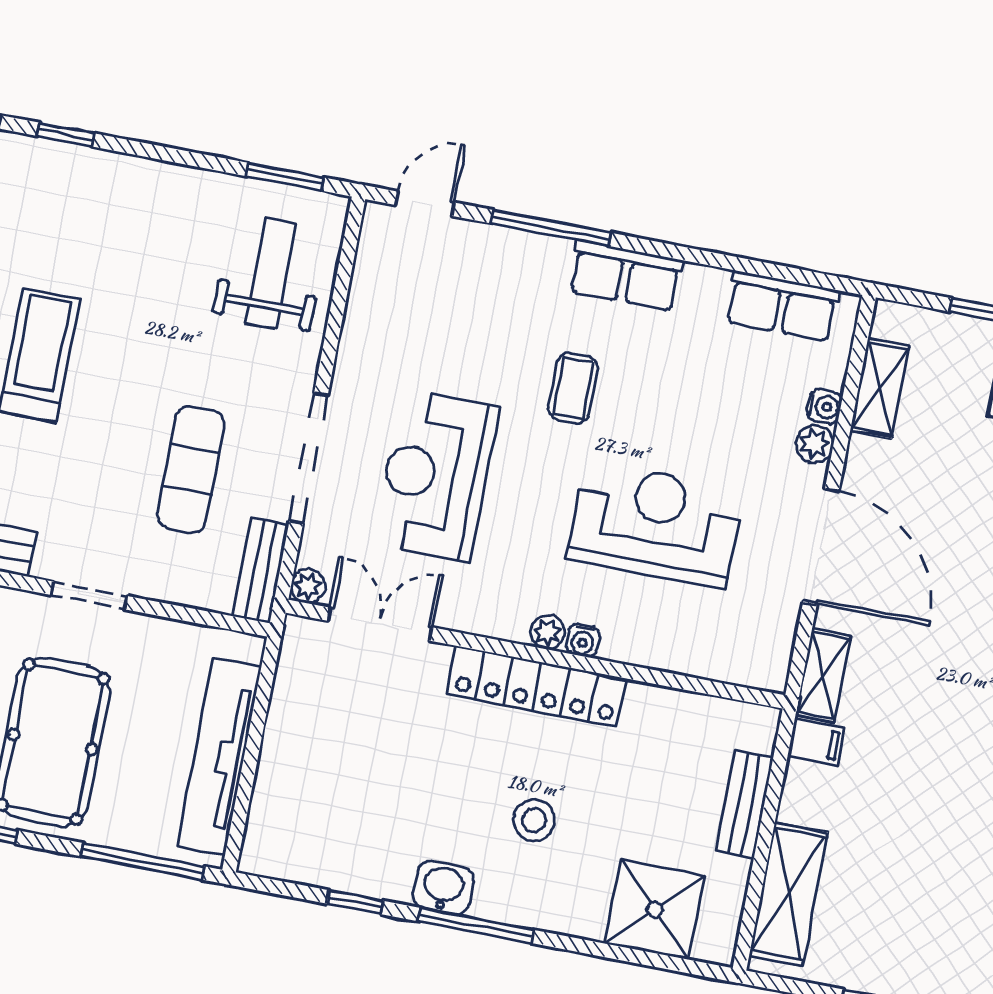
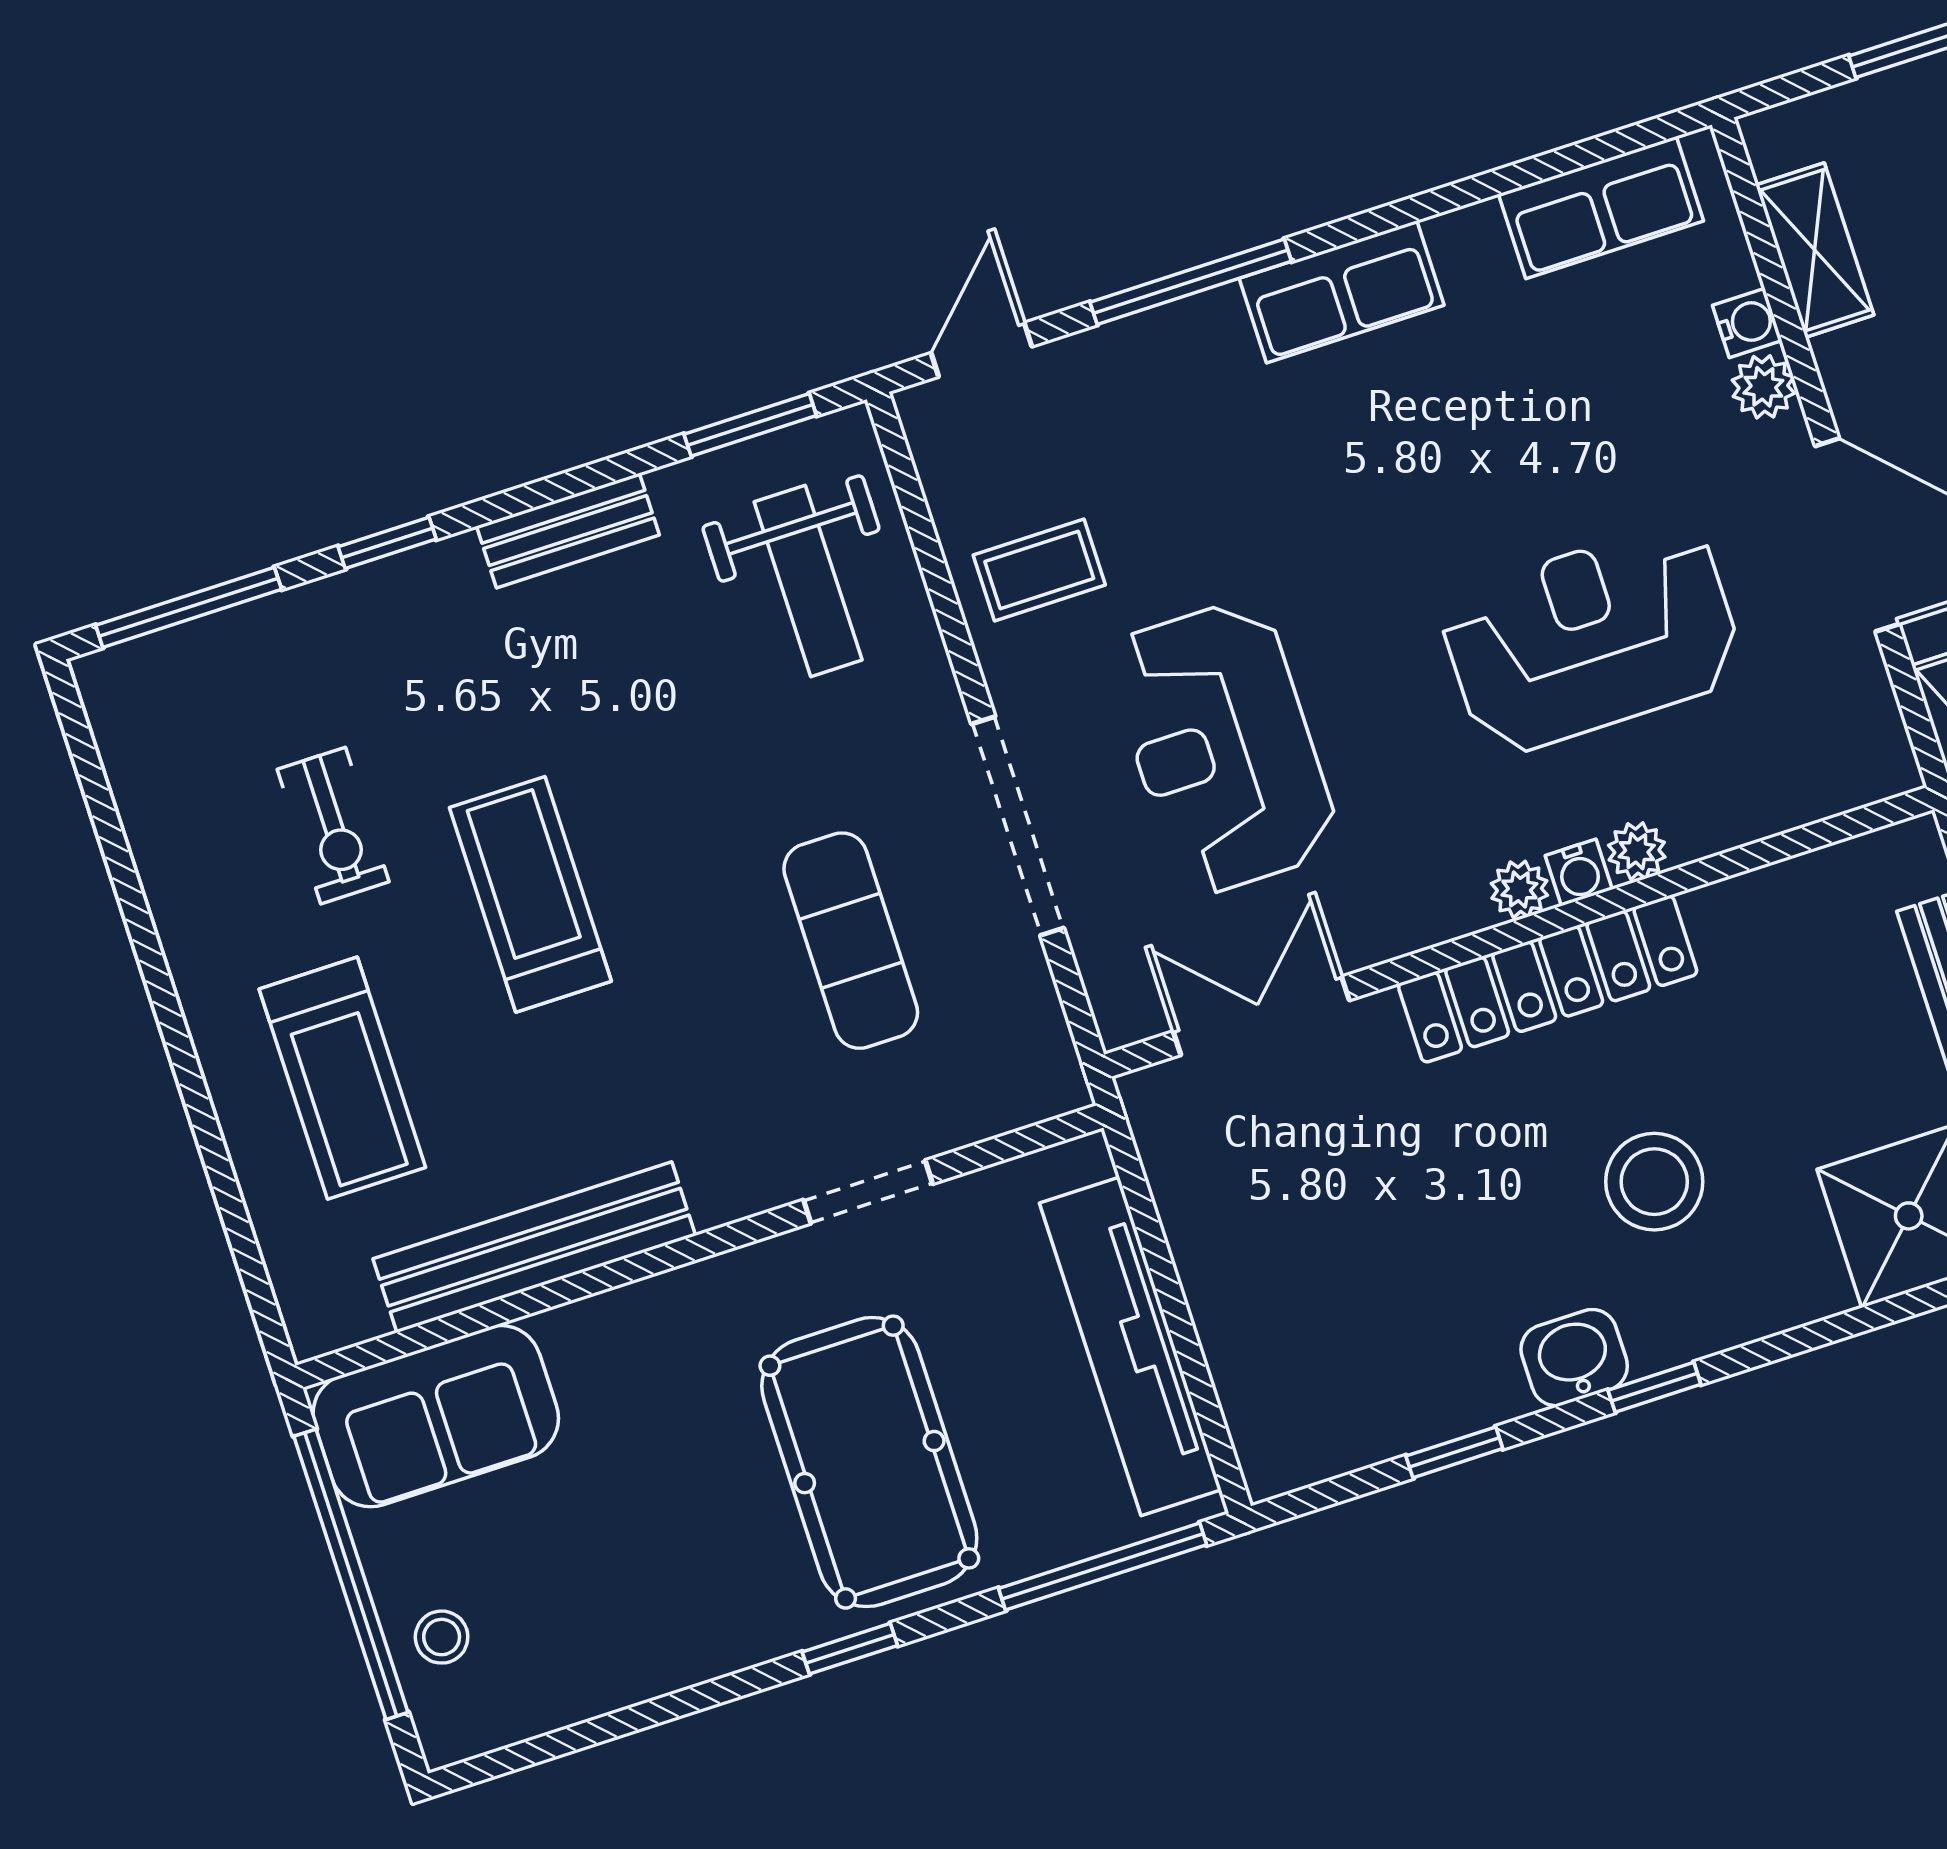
weight bench: (270, 273) -> (808, 581), turned 180
coffee table: (573, 388) -> (1039, 570), moved, turned 90
bench: (261, 571) -> (568, 531), moved, turned 90
plant: (308, 586) -> (1637, 851), moved
doorway: (89, 595) -> (868, 1192), moved
stool: (534, 820) -> (1654, 1182), width x1.38, depth x1.38
window: (476, 926) -> (1654, 1387), width x0.46

